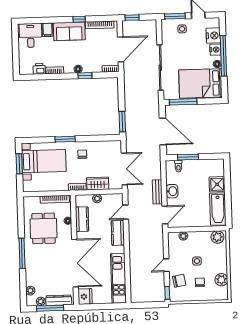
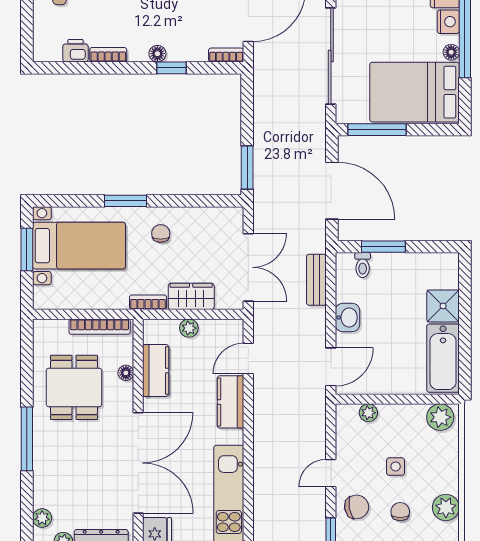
bench: (157, 192) -> (316, 280), moved

